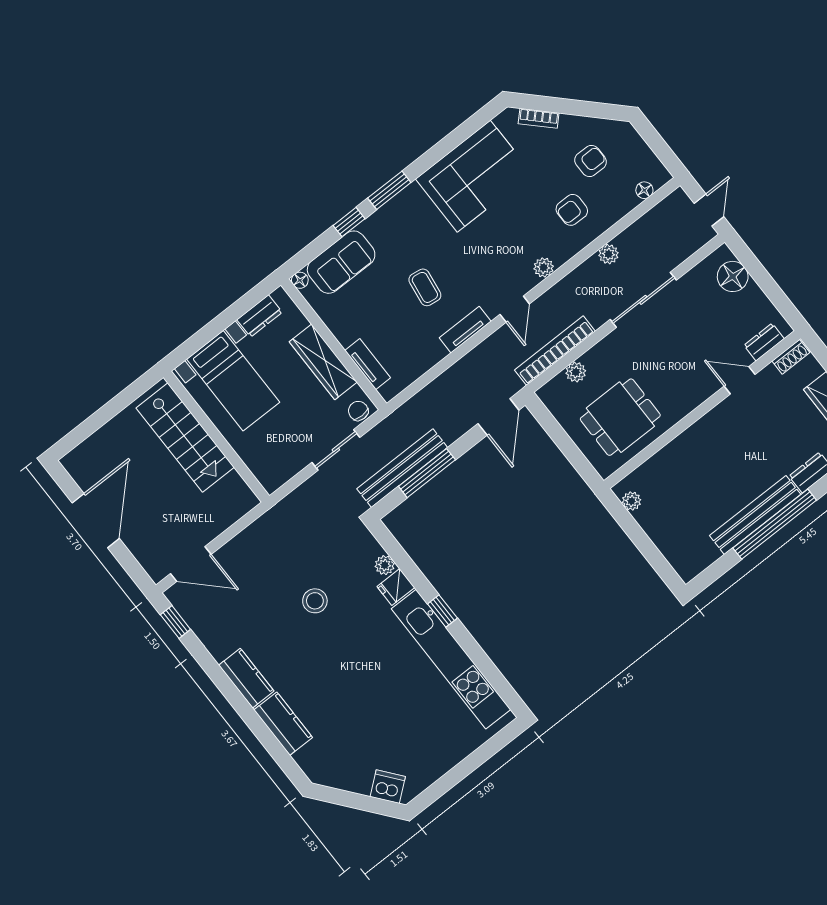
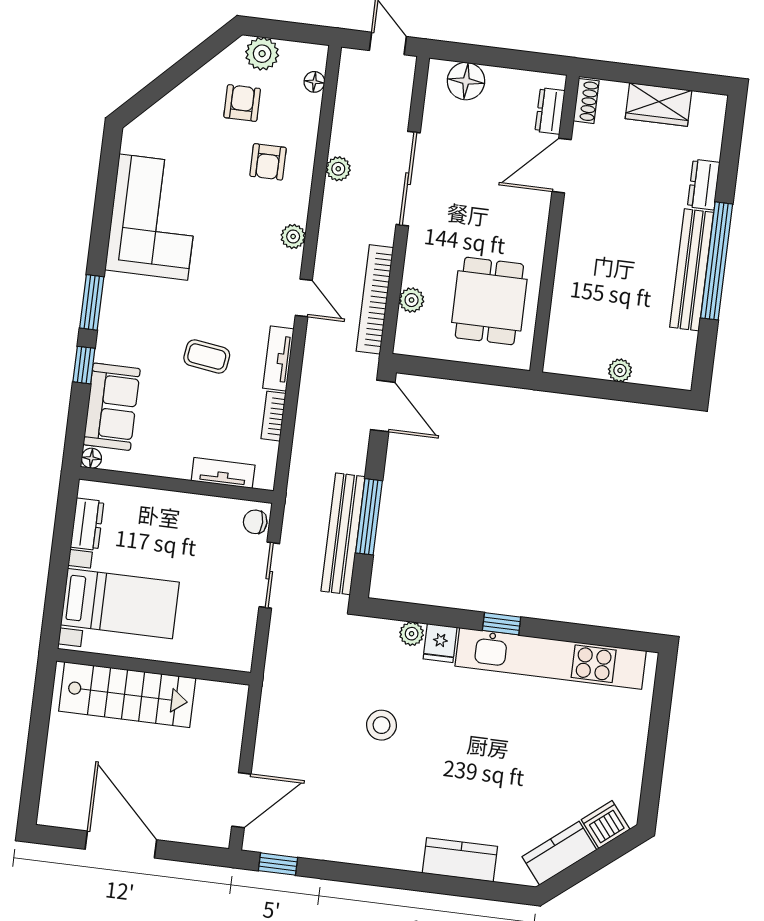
bookcase: (539, 118) -> (273, 416), moved, turned 135
plant: (630, 144) -> (262, 54), added
wardrobe: (323, 362) -> (182, 509), removed
door: (740, 380) -> (562, 166), width x1.38
plant: (632, 501) -> (620, 370), moved
kitchen counter: (246, 678) -> (559, 853), moved, turned -39

